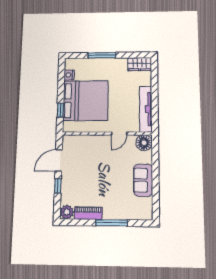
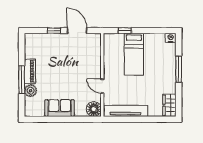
nightstand: (69, 75) -> (171, 38), moved
bed: (85, 101) -> (134, 54), width x0.49
plant: (67, 212) -> (31, 91), moved
piano: (88, 213) -> (30, 71), moved

